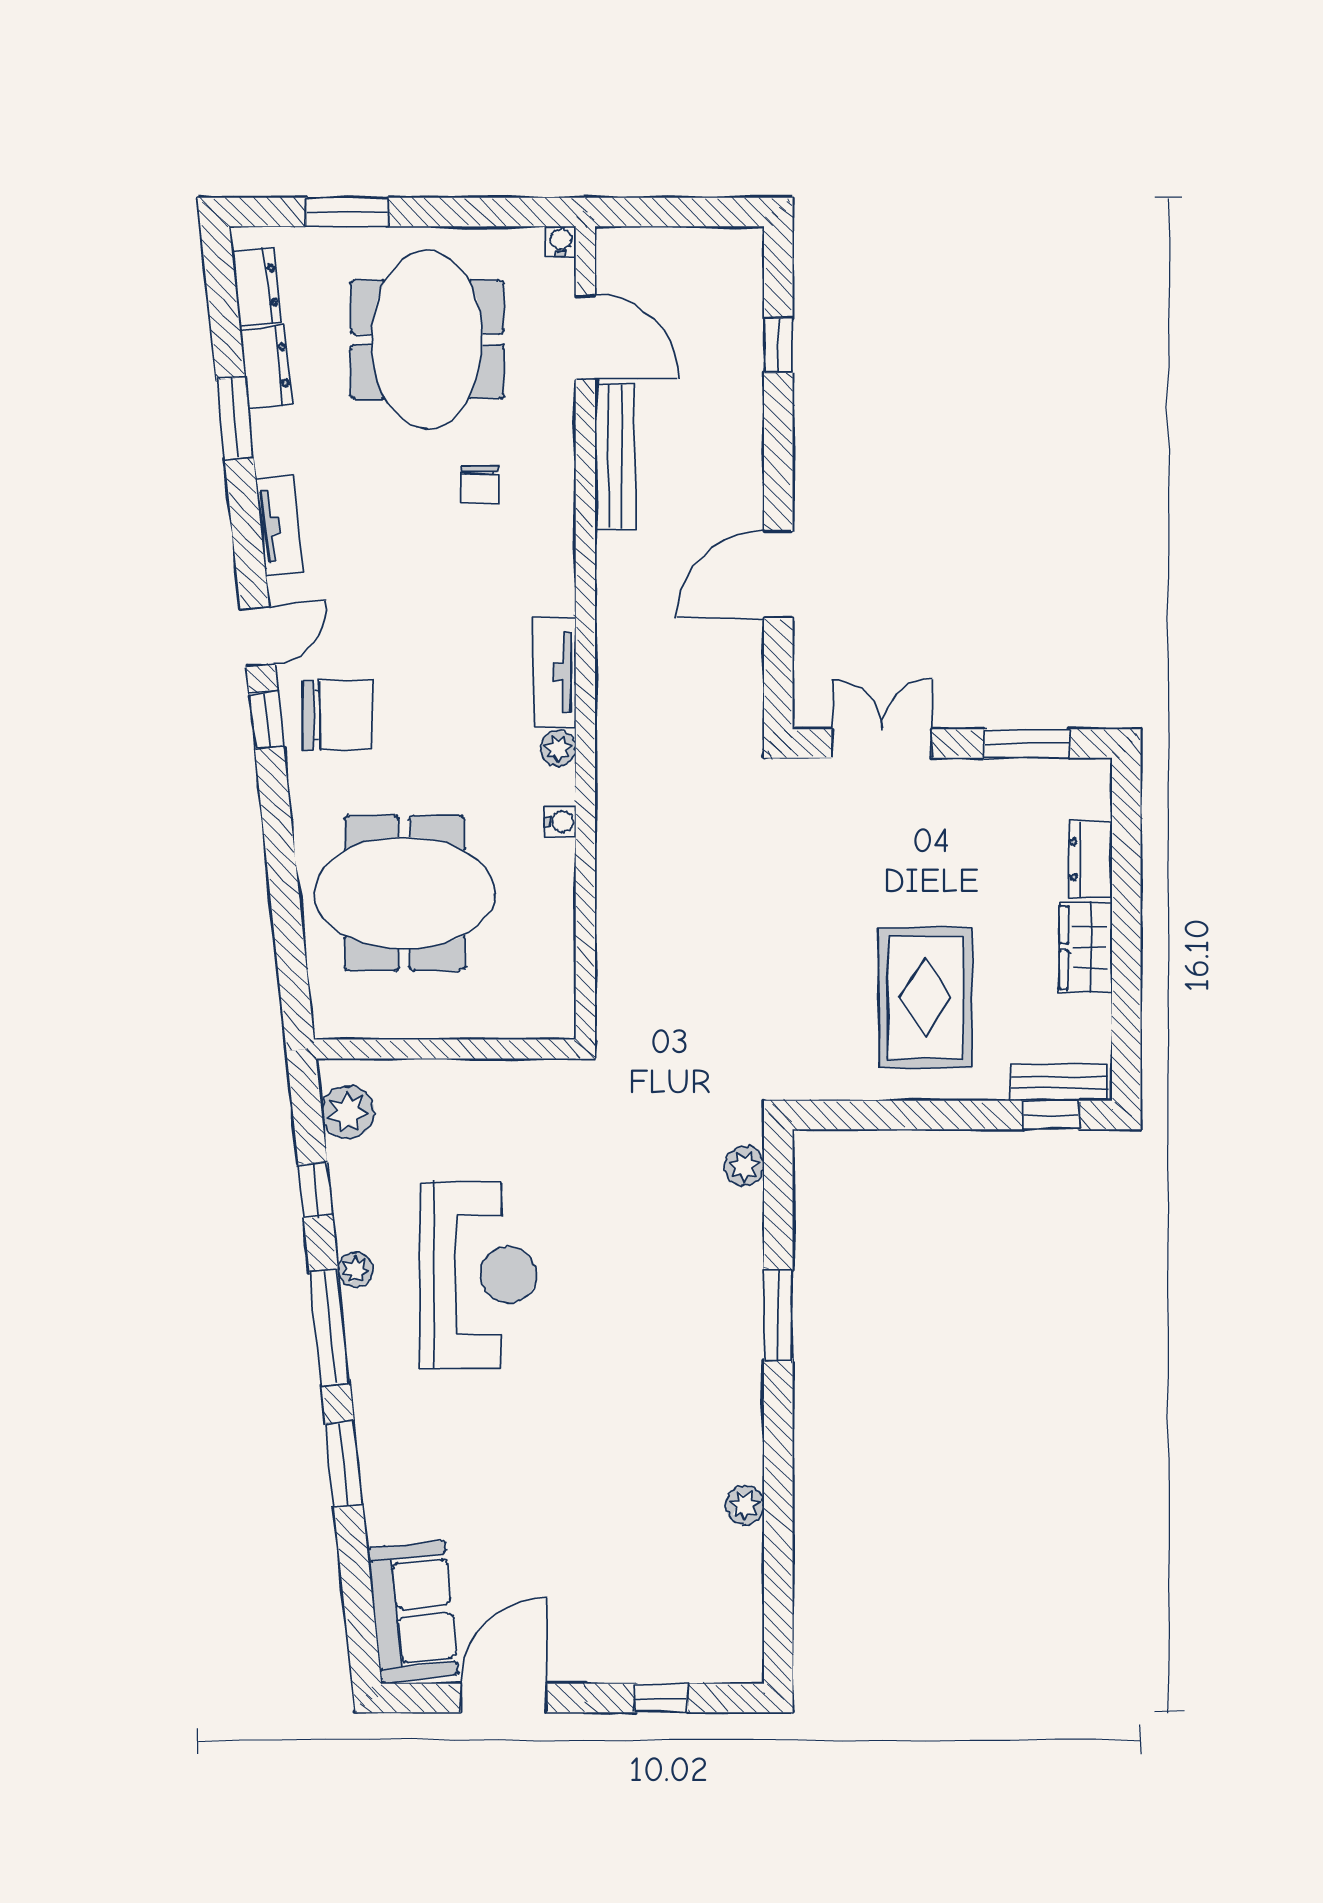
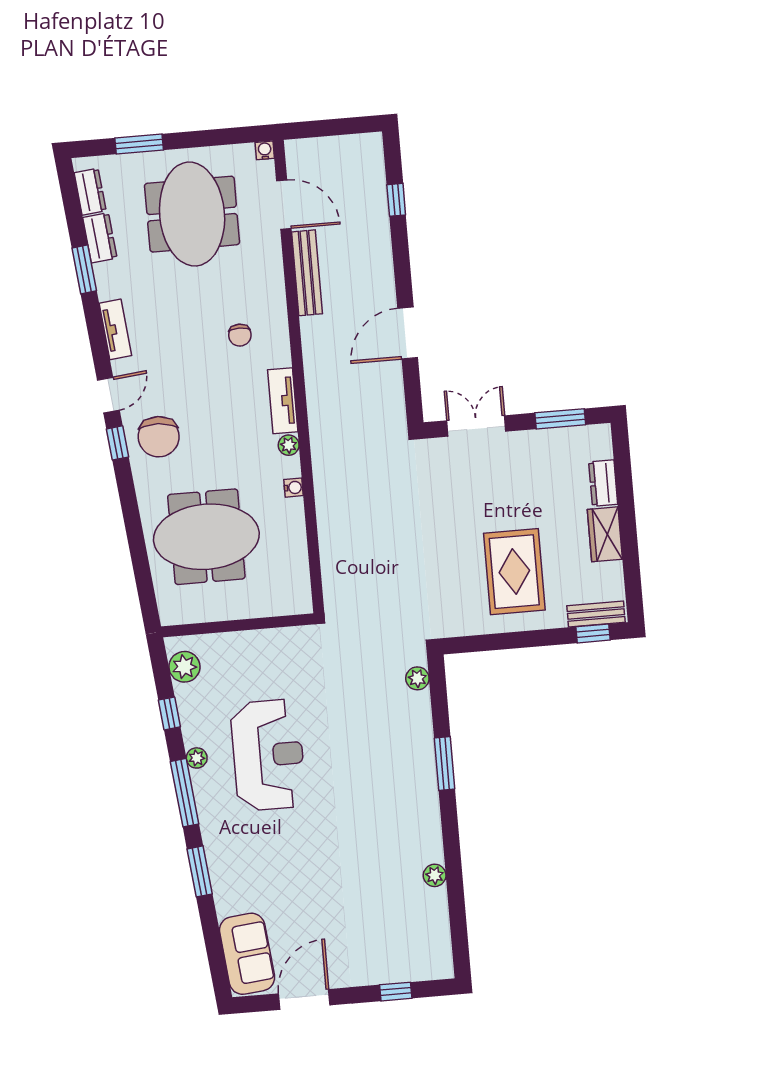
chair: (480, 484) -> (240, 335), moved
chair: (337, 715) -> (159, 437), turned 93

